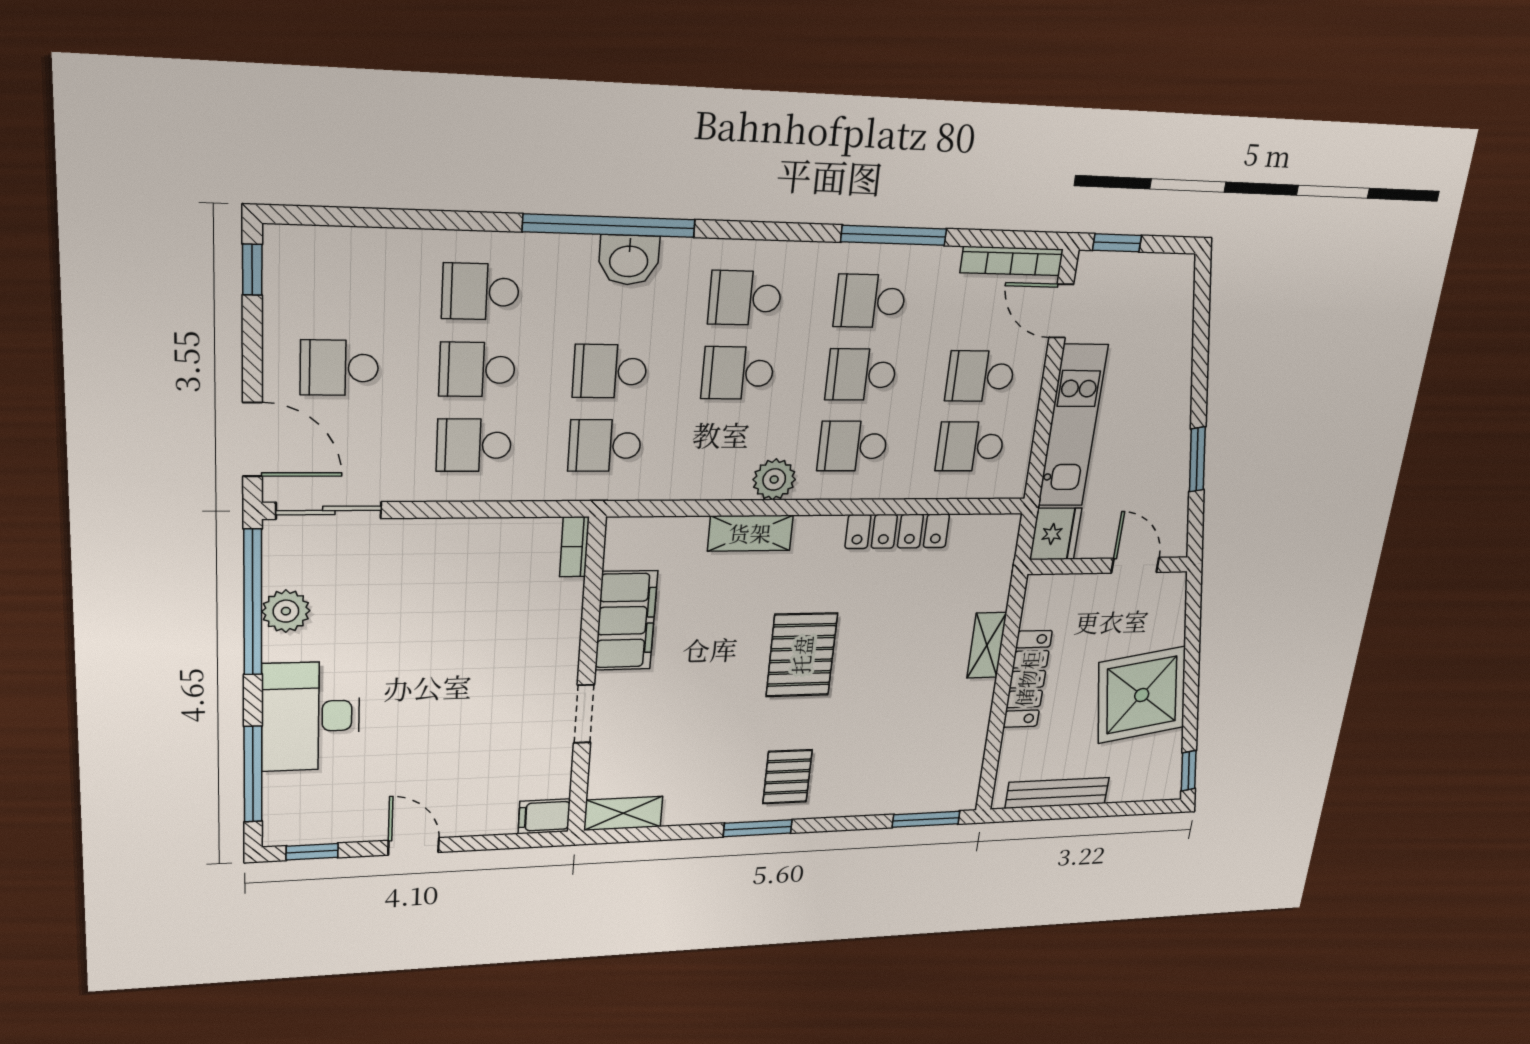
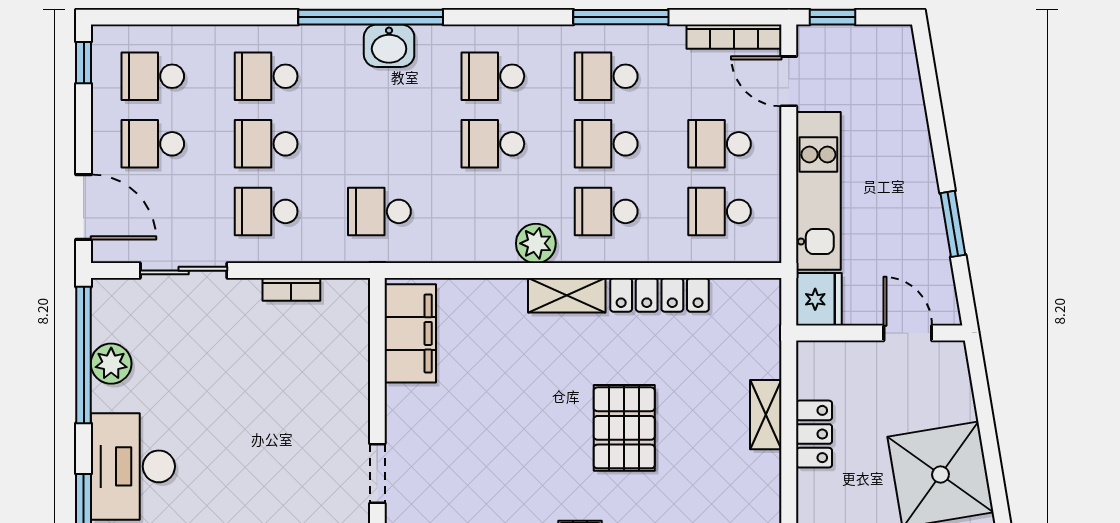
school desk: (610, 371) -> (153, 76), moved
sliding door: (329, 510) -> (184, 271), moved
shelving: (750, 533) -> (567, 295), moved
bookcase: (574, 547) -> (291, 289), moved, turned -90
filing cabinet: (626, 621) -> (410, 333), moved
pallet: (802, 655) -> (624, 428), moved
locker: (1027, 679) -> (814, 434), width x0.66

